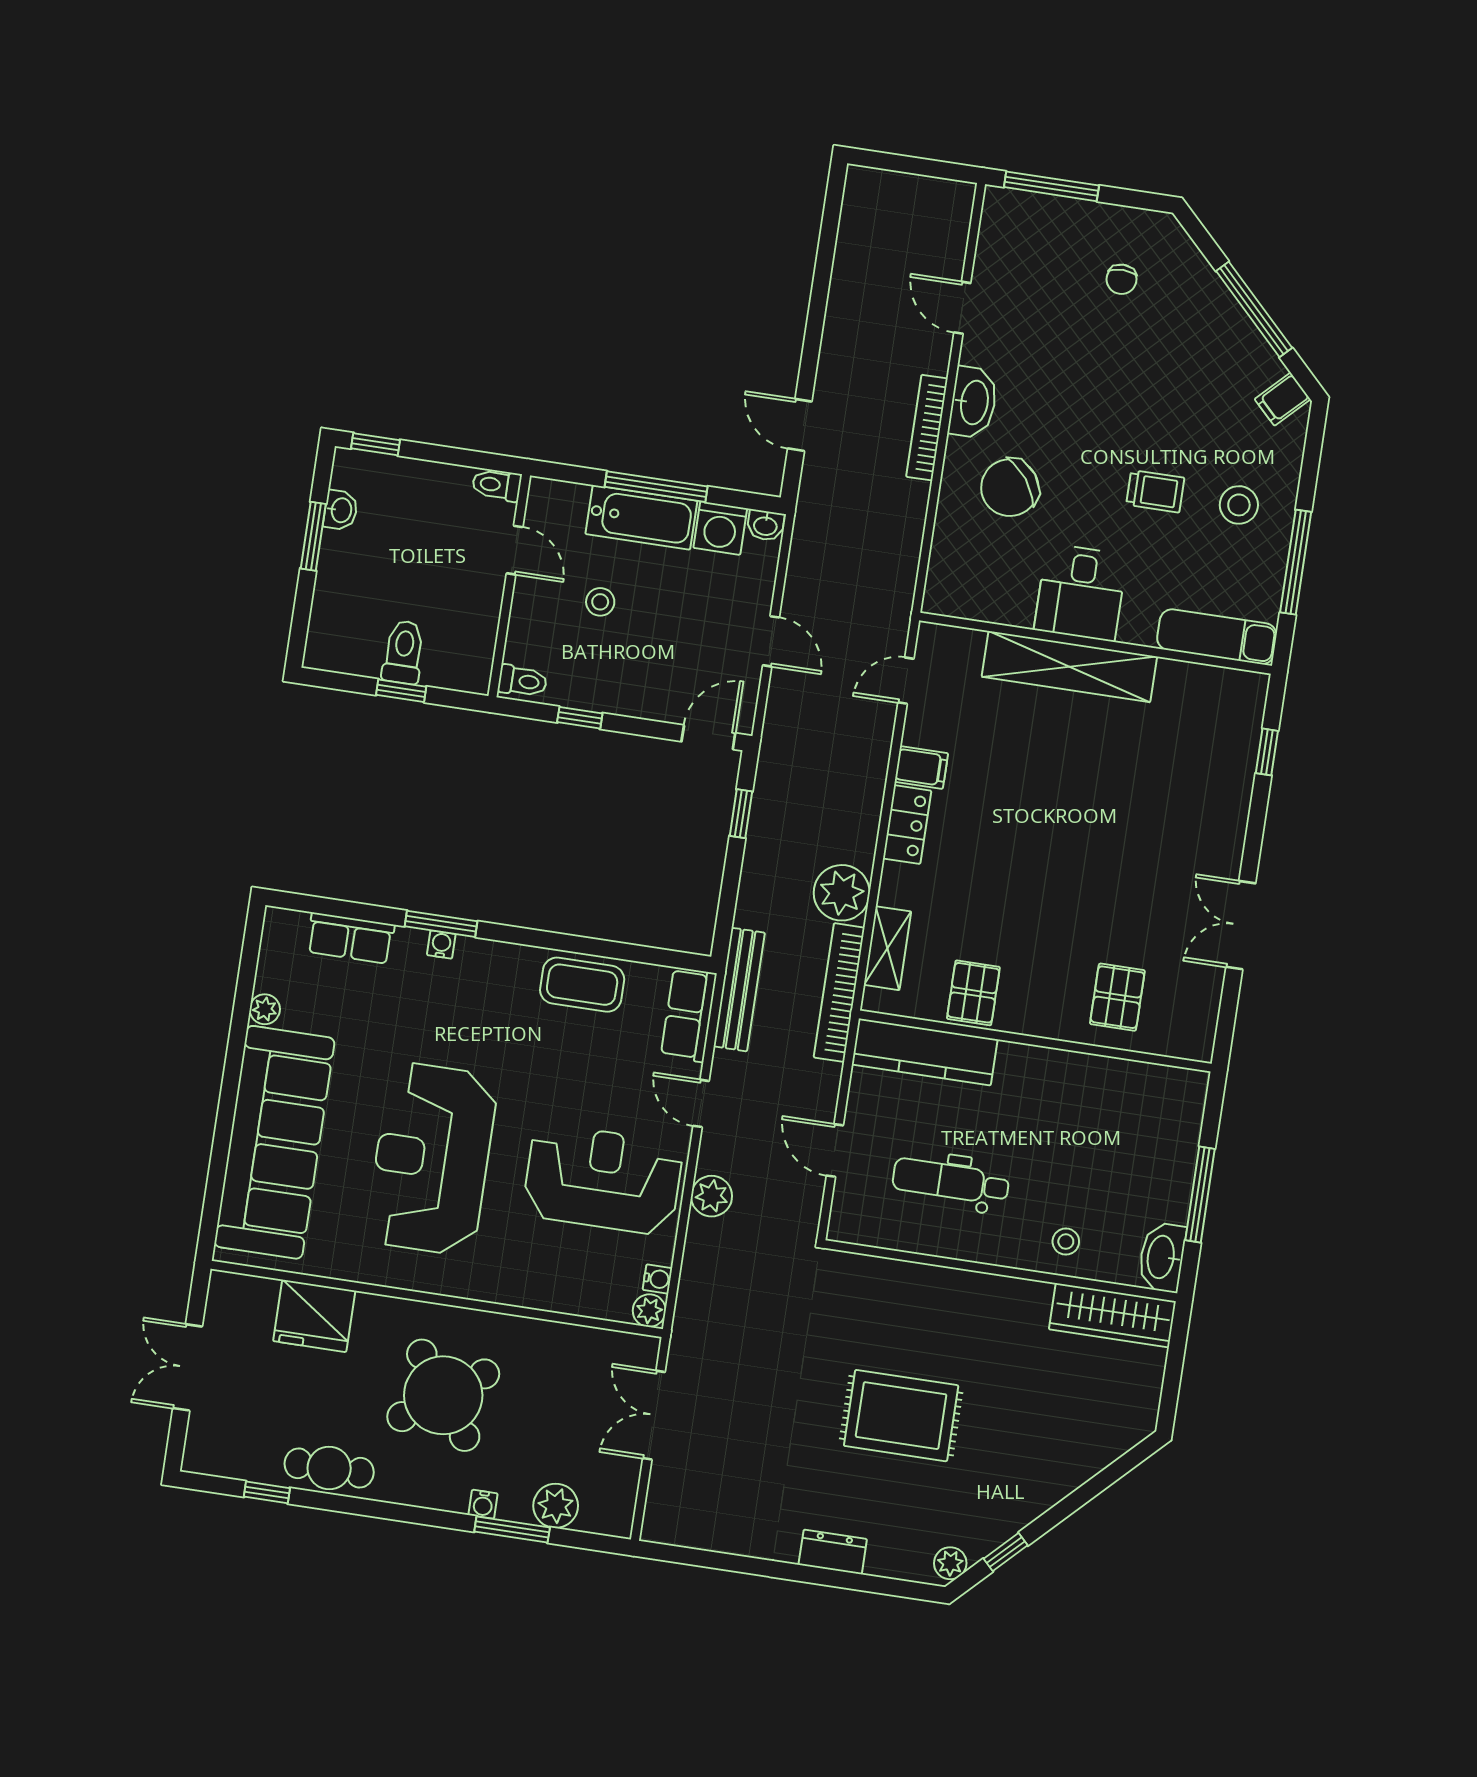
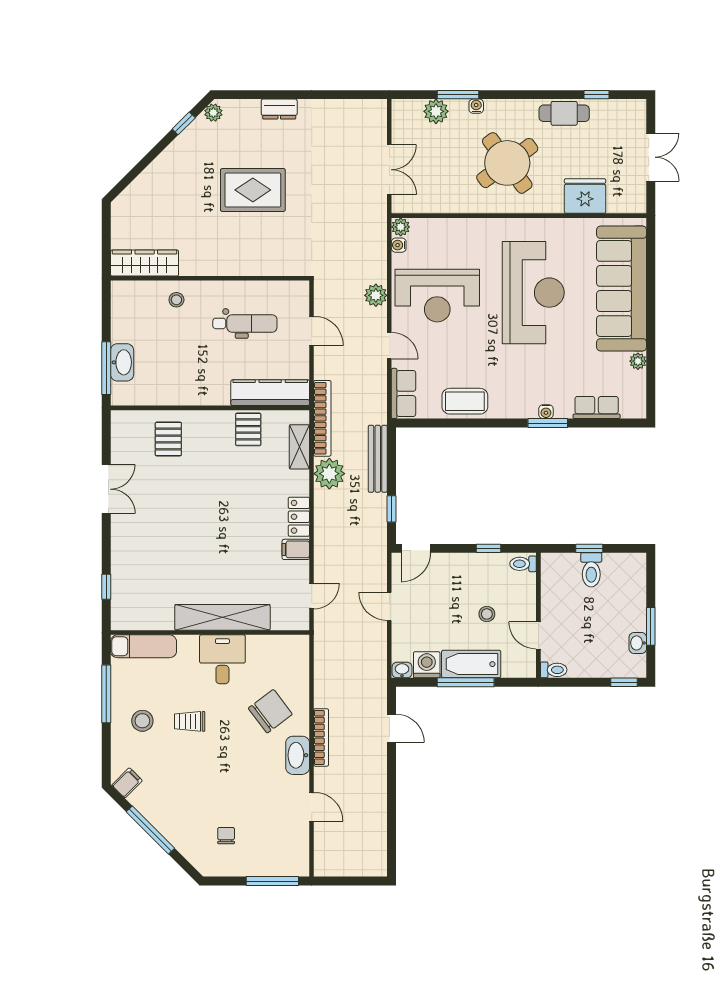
bench: (739, 990) -> (378, 459), moved
window: (1200, 1195) -> (106, 368), moved
washbasin: (1162, 1257) -> (122, 362), moved

